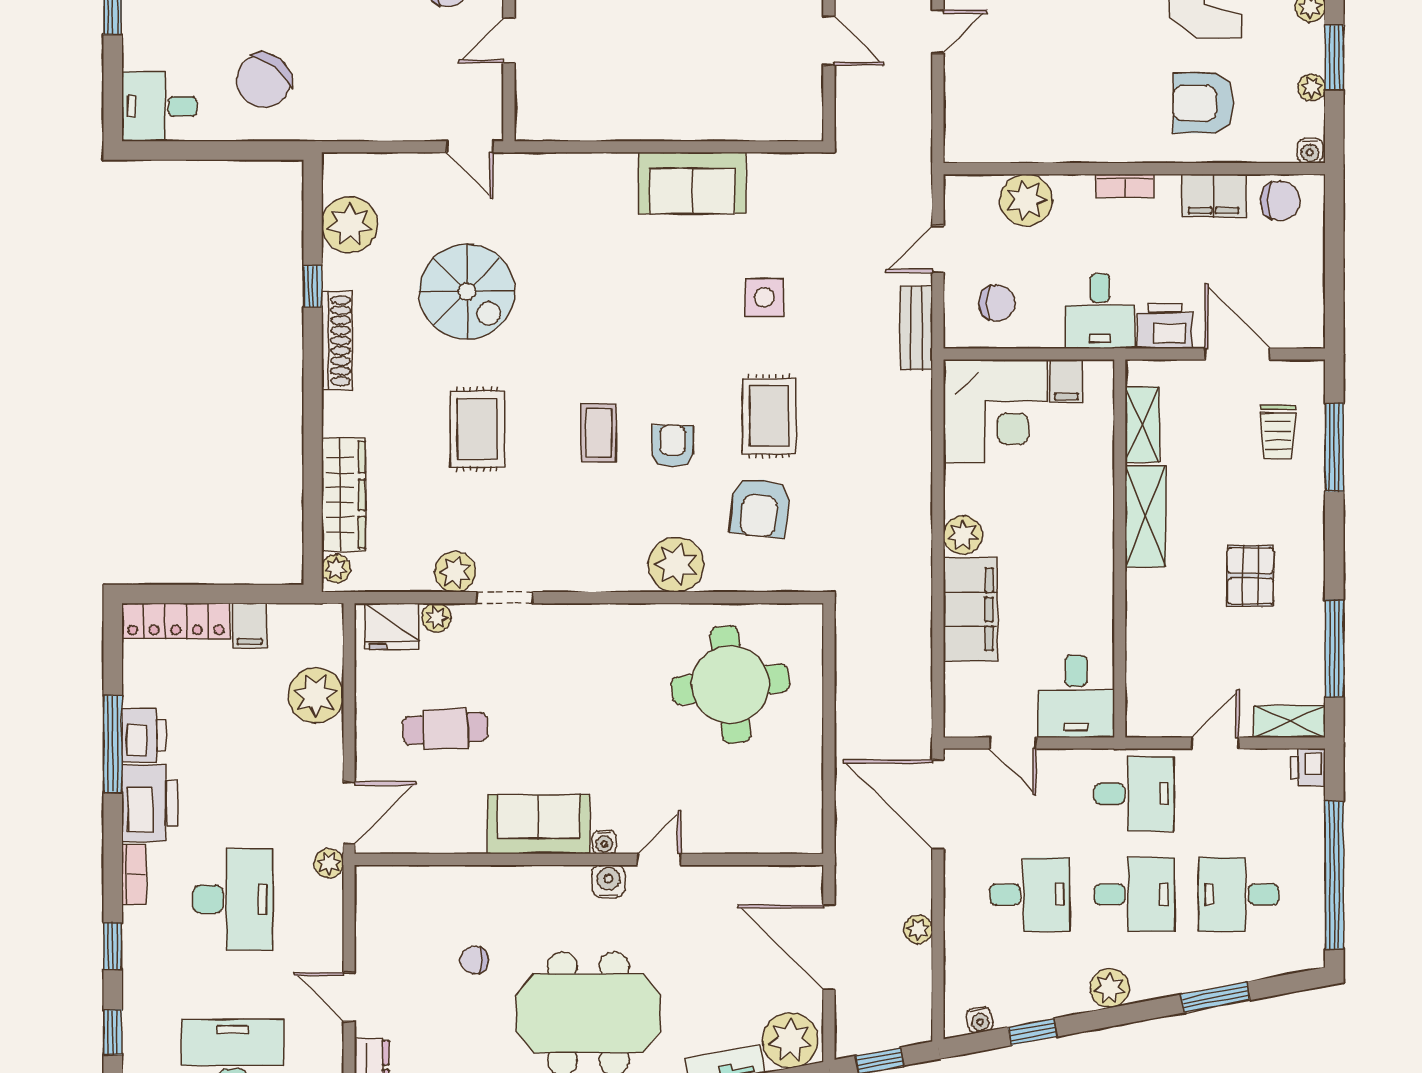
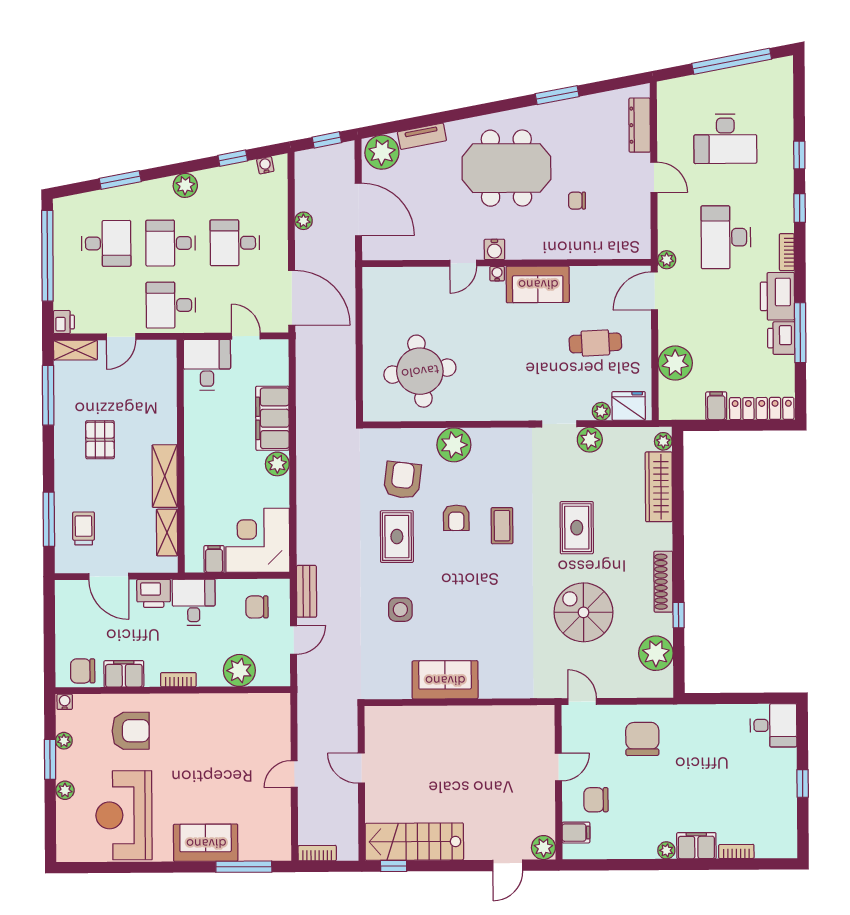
chair: (264, 80) -> (642, 739), moved, turned -38
chair: (474, 960) -> (577, 201), turned 180

